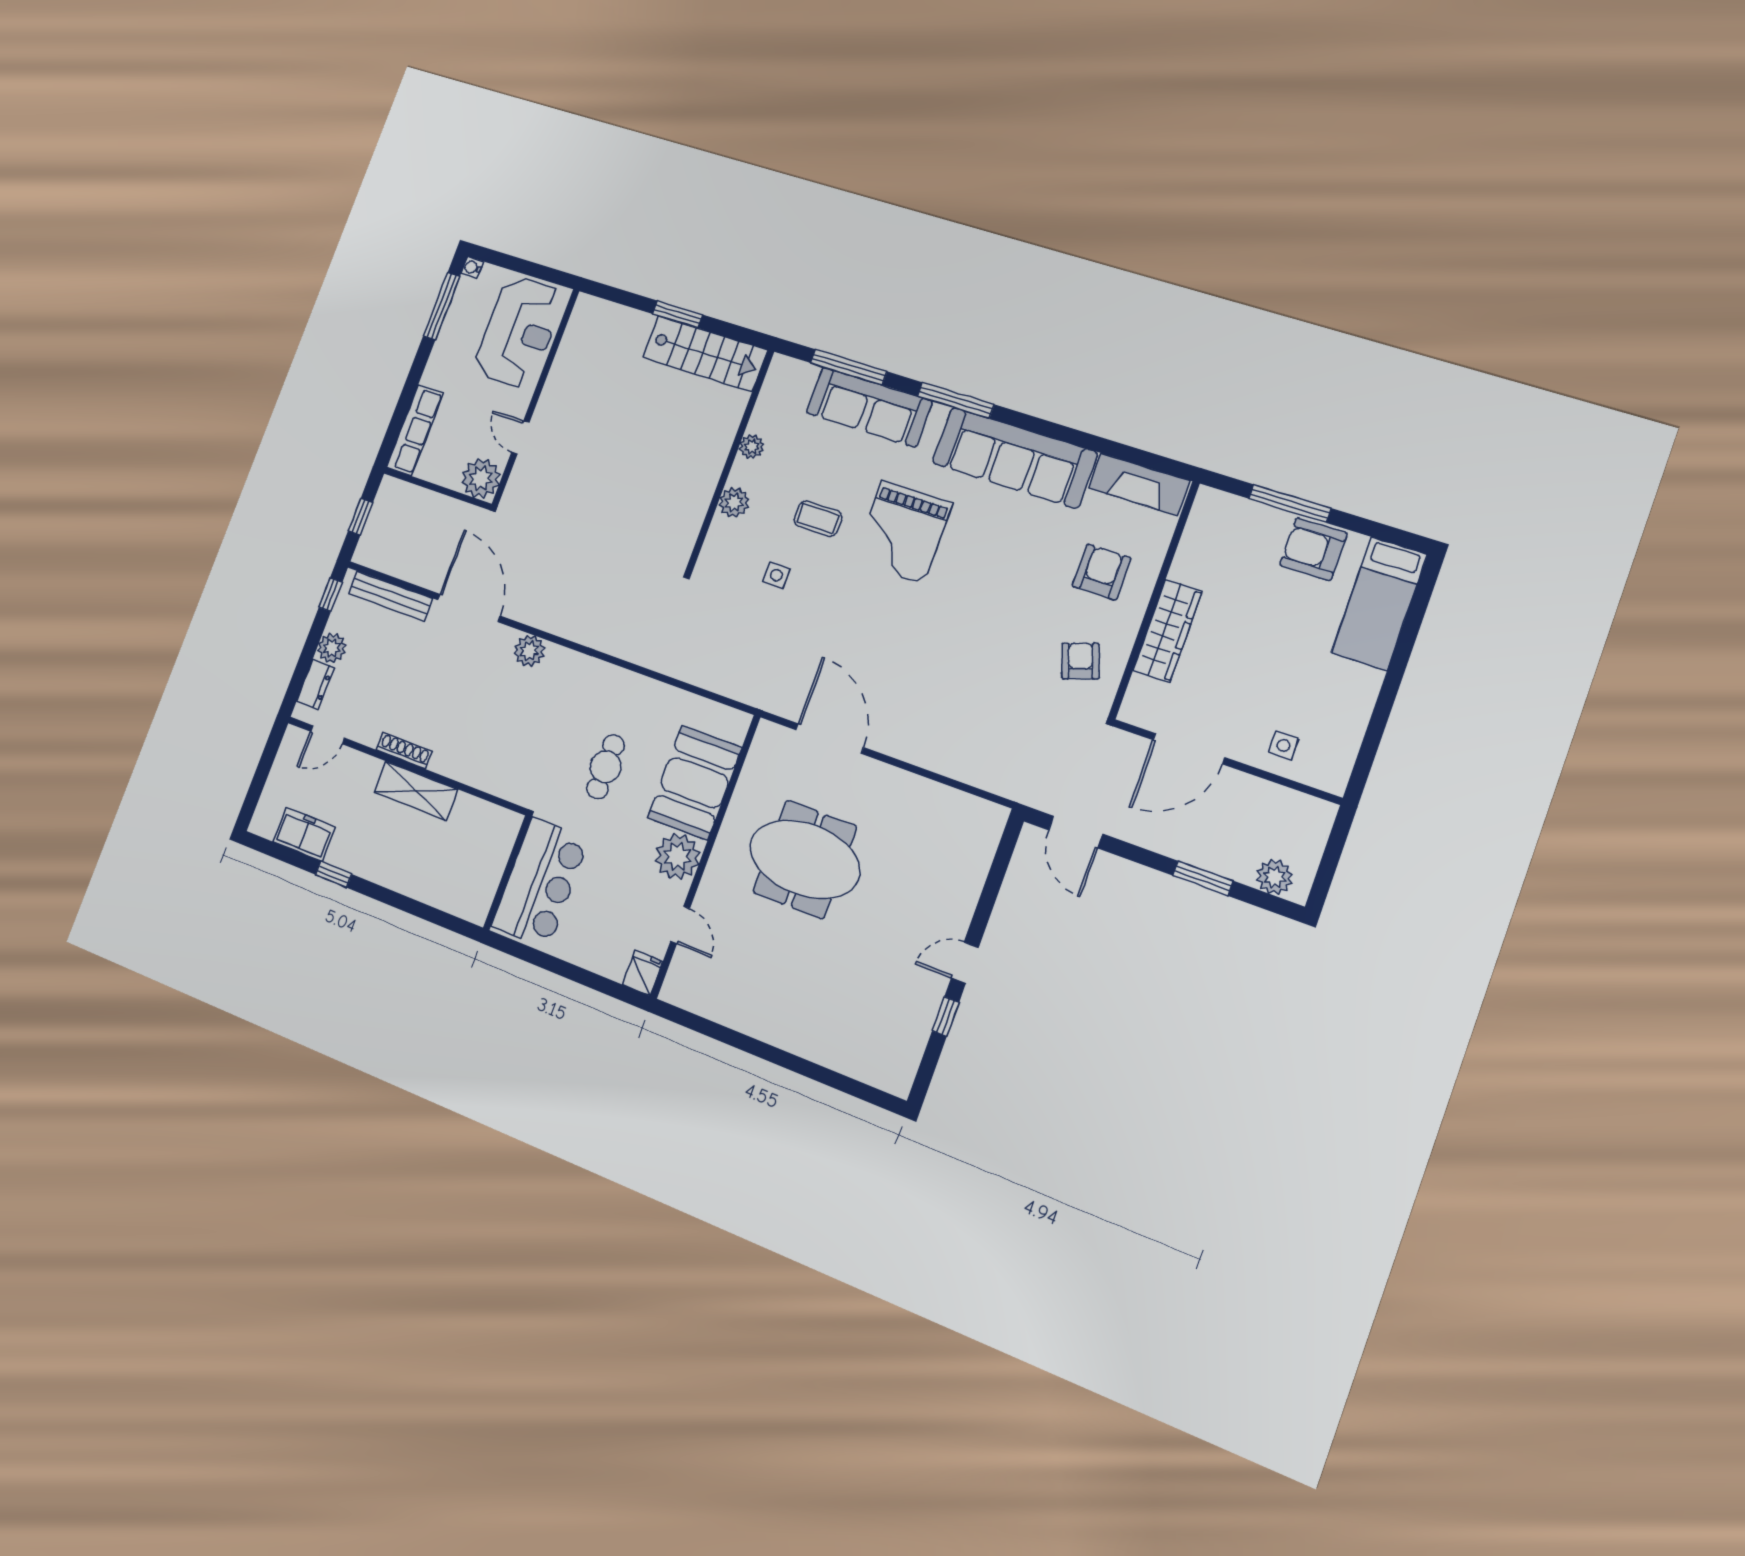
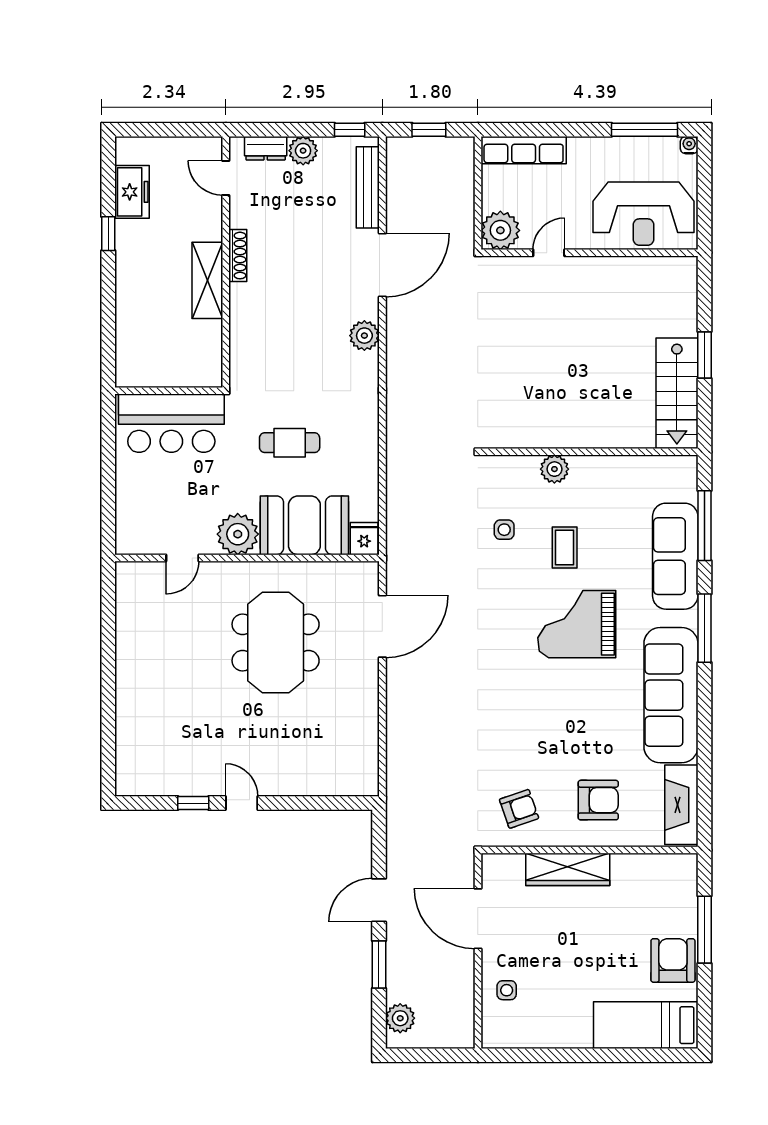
plant: (752, 447) -> (608, 466), removed
door: (1076, 832) -> (379, 900), moved
fridge: (643, 973) -> (364, 539), moved, turned -90

